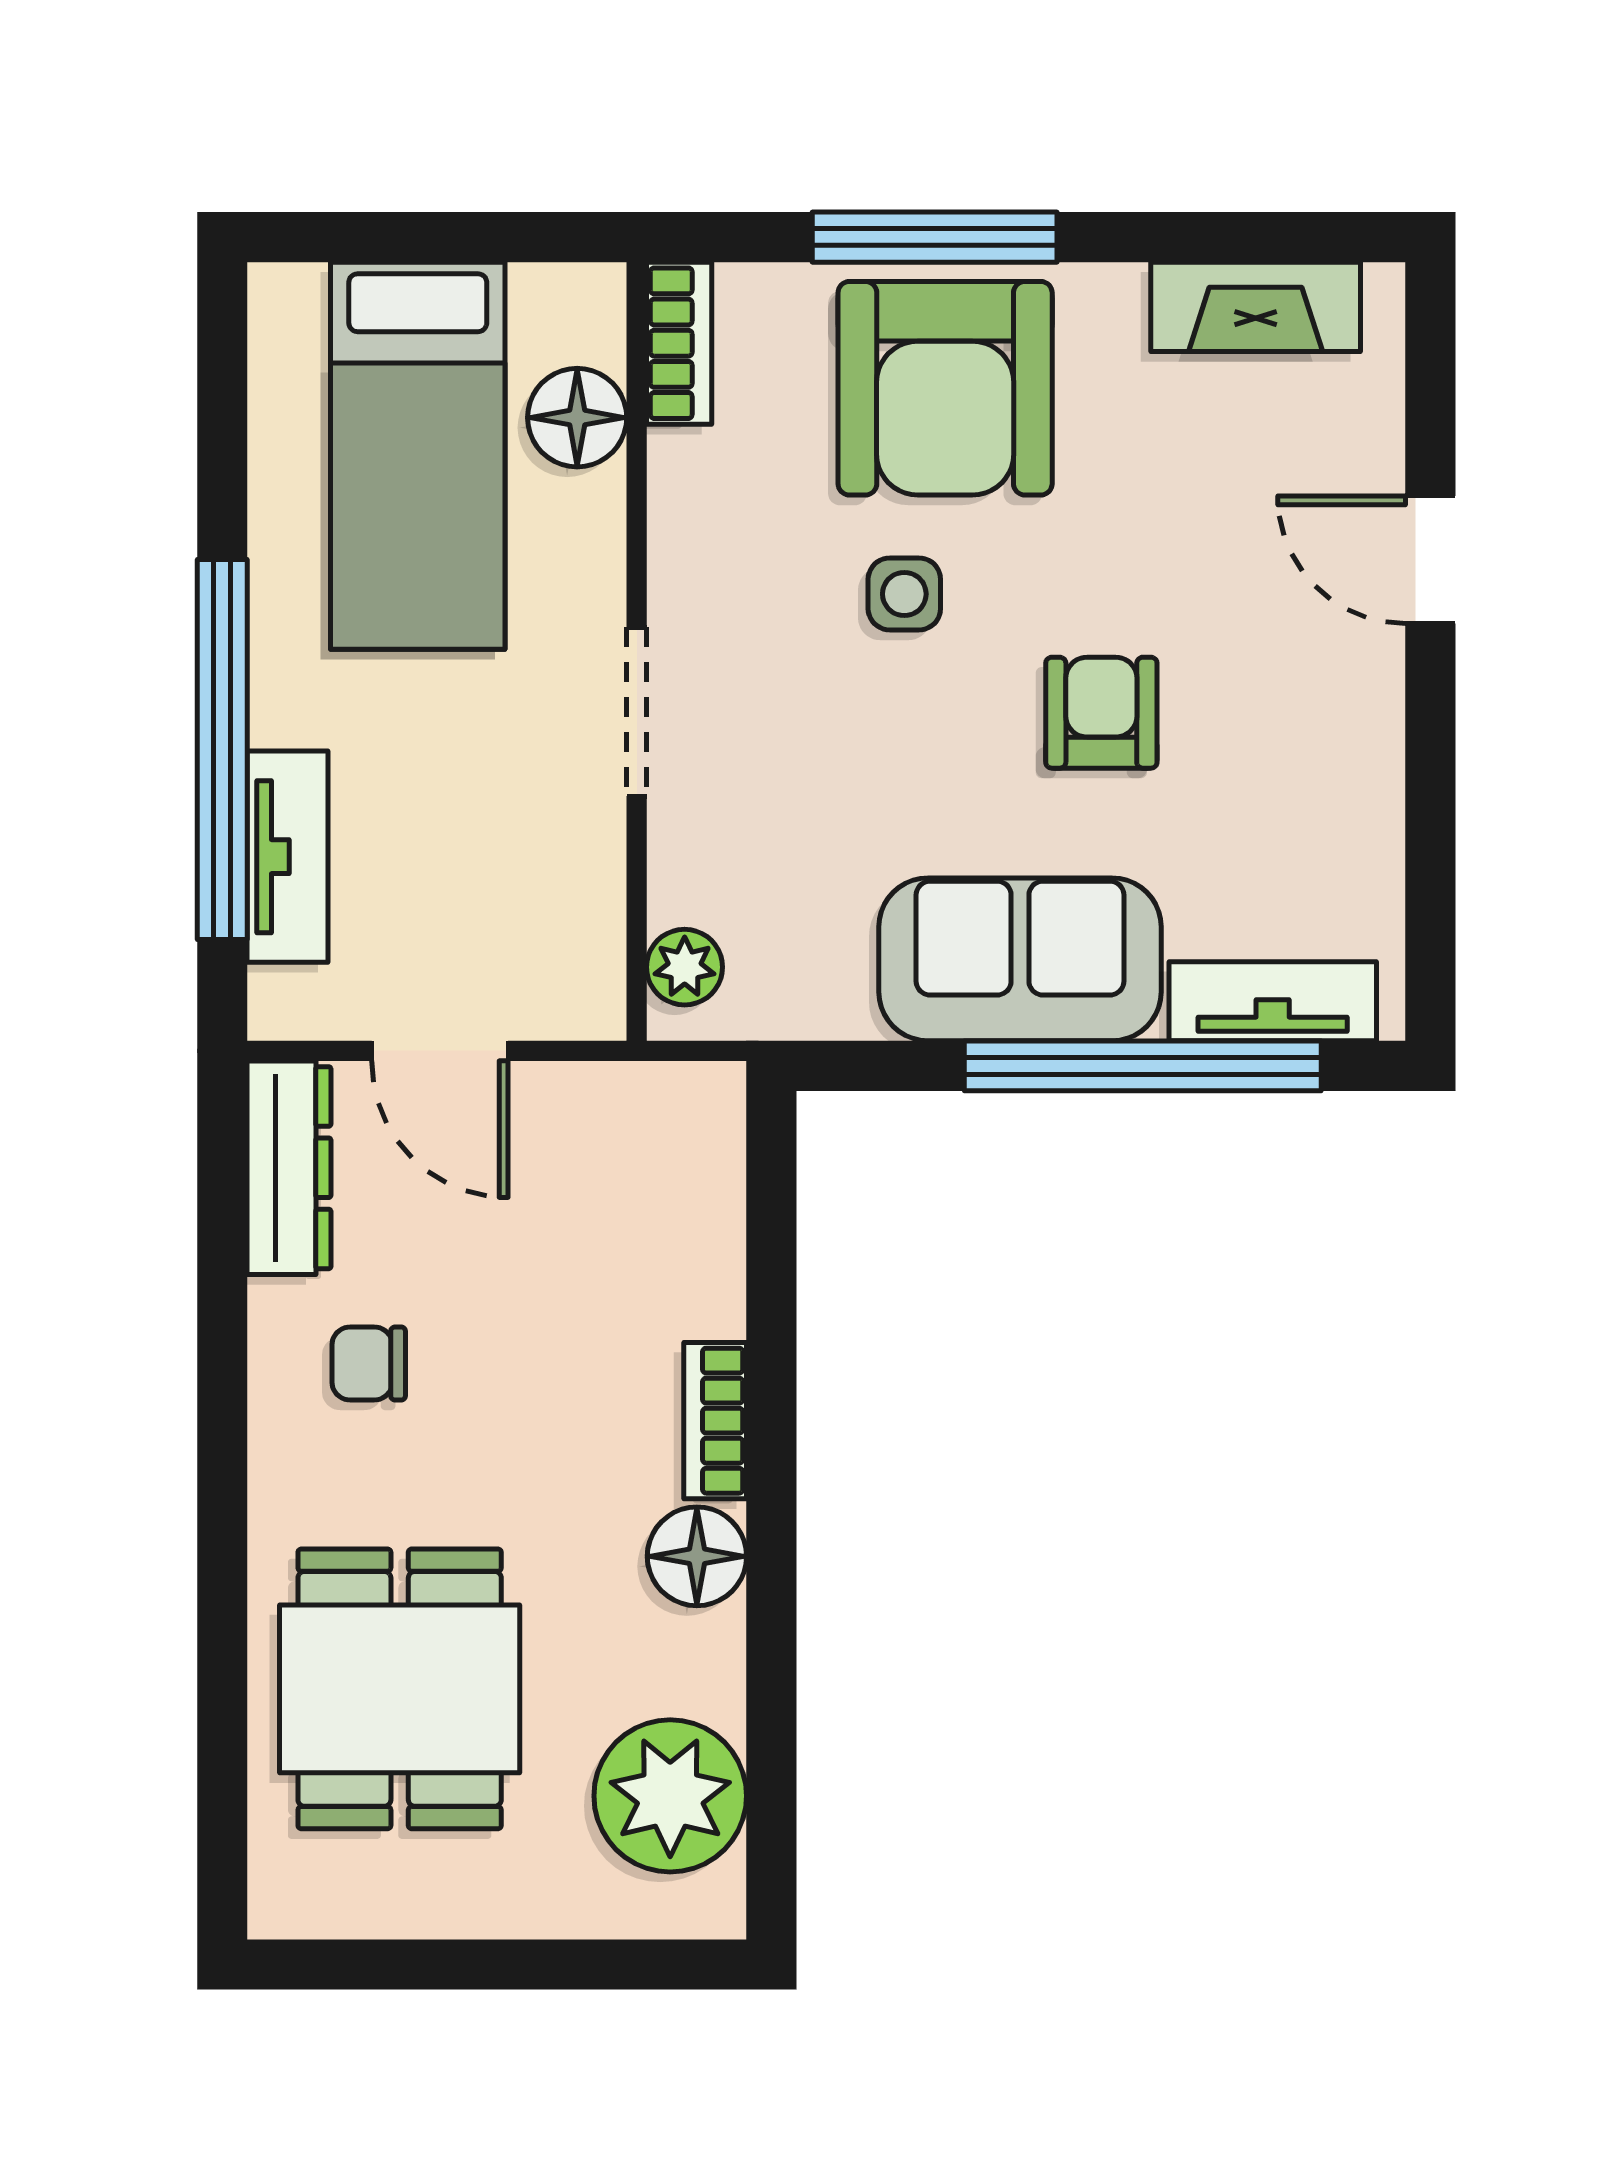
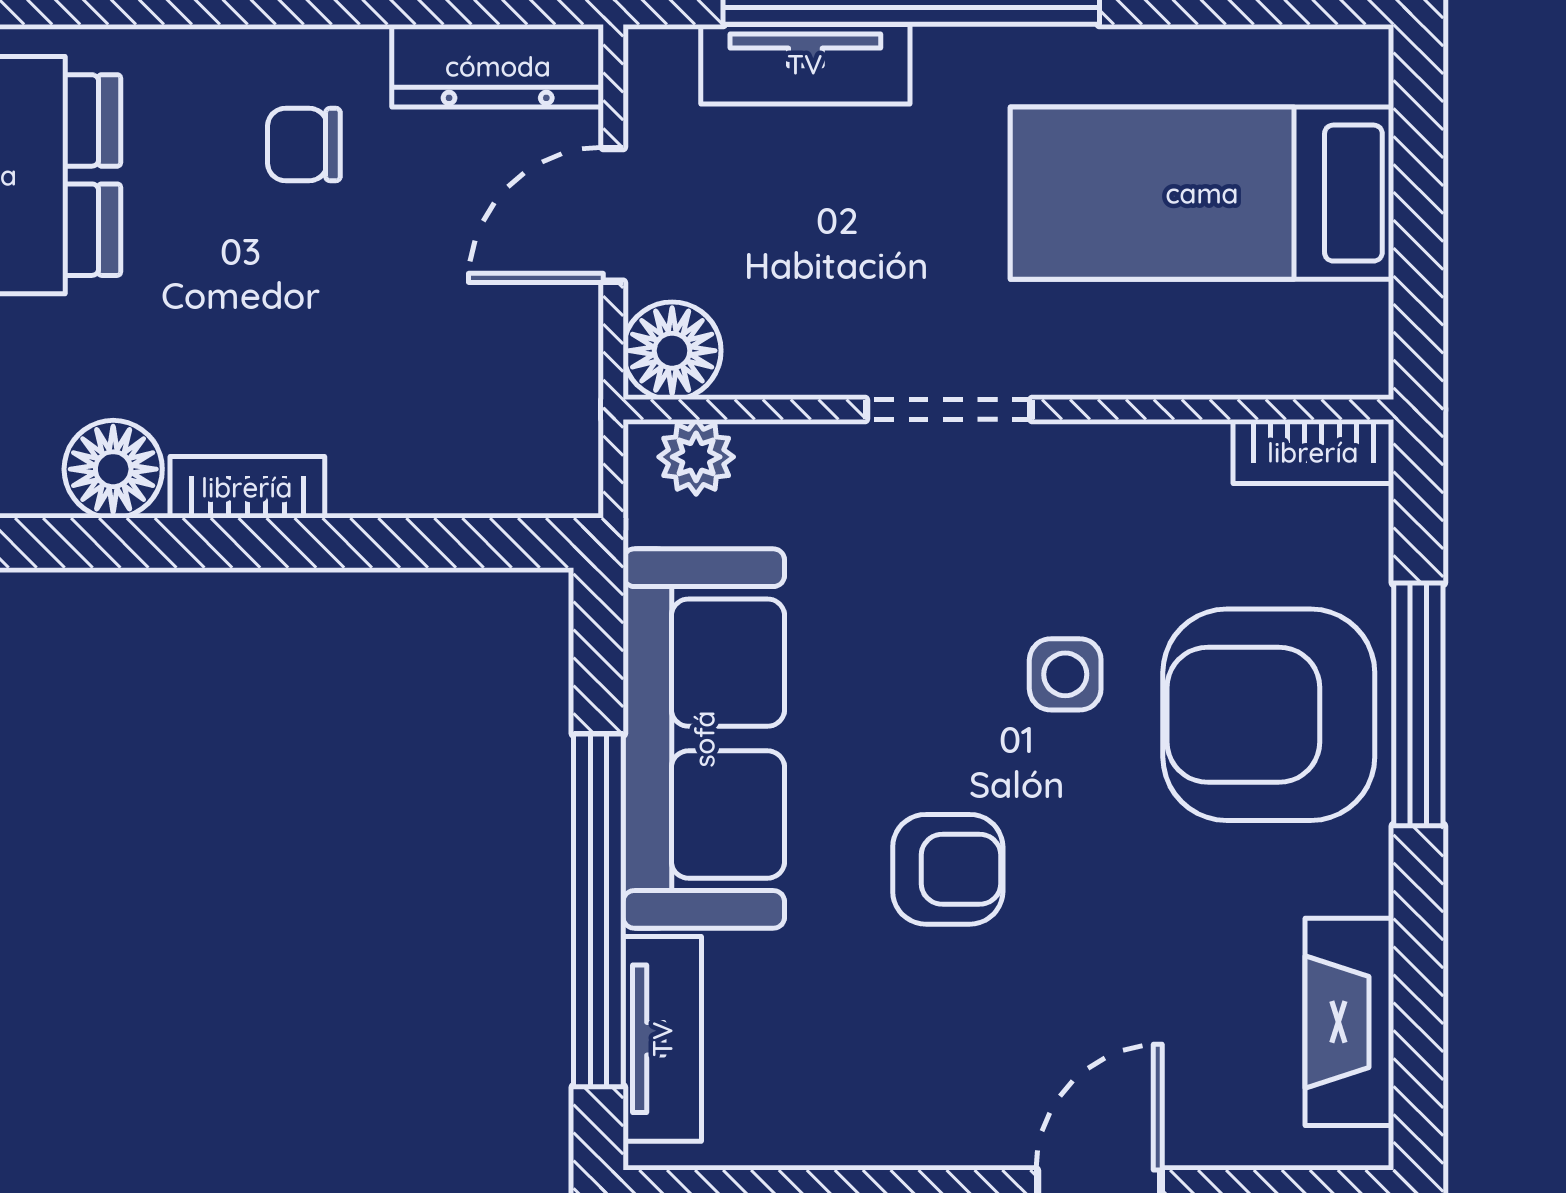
floor lamp: (577, 418) -> (672, 351), moved
sofa: (1020, 959) -> (704, 739), width x1.36
chair: (369, 1363) -> (304, 145), turned -90

